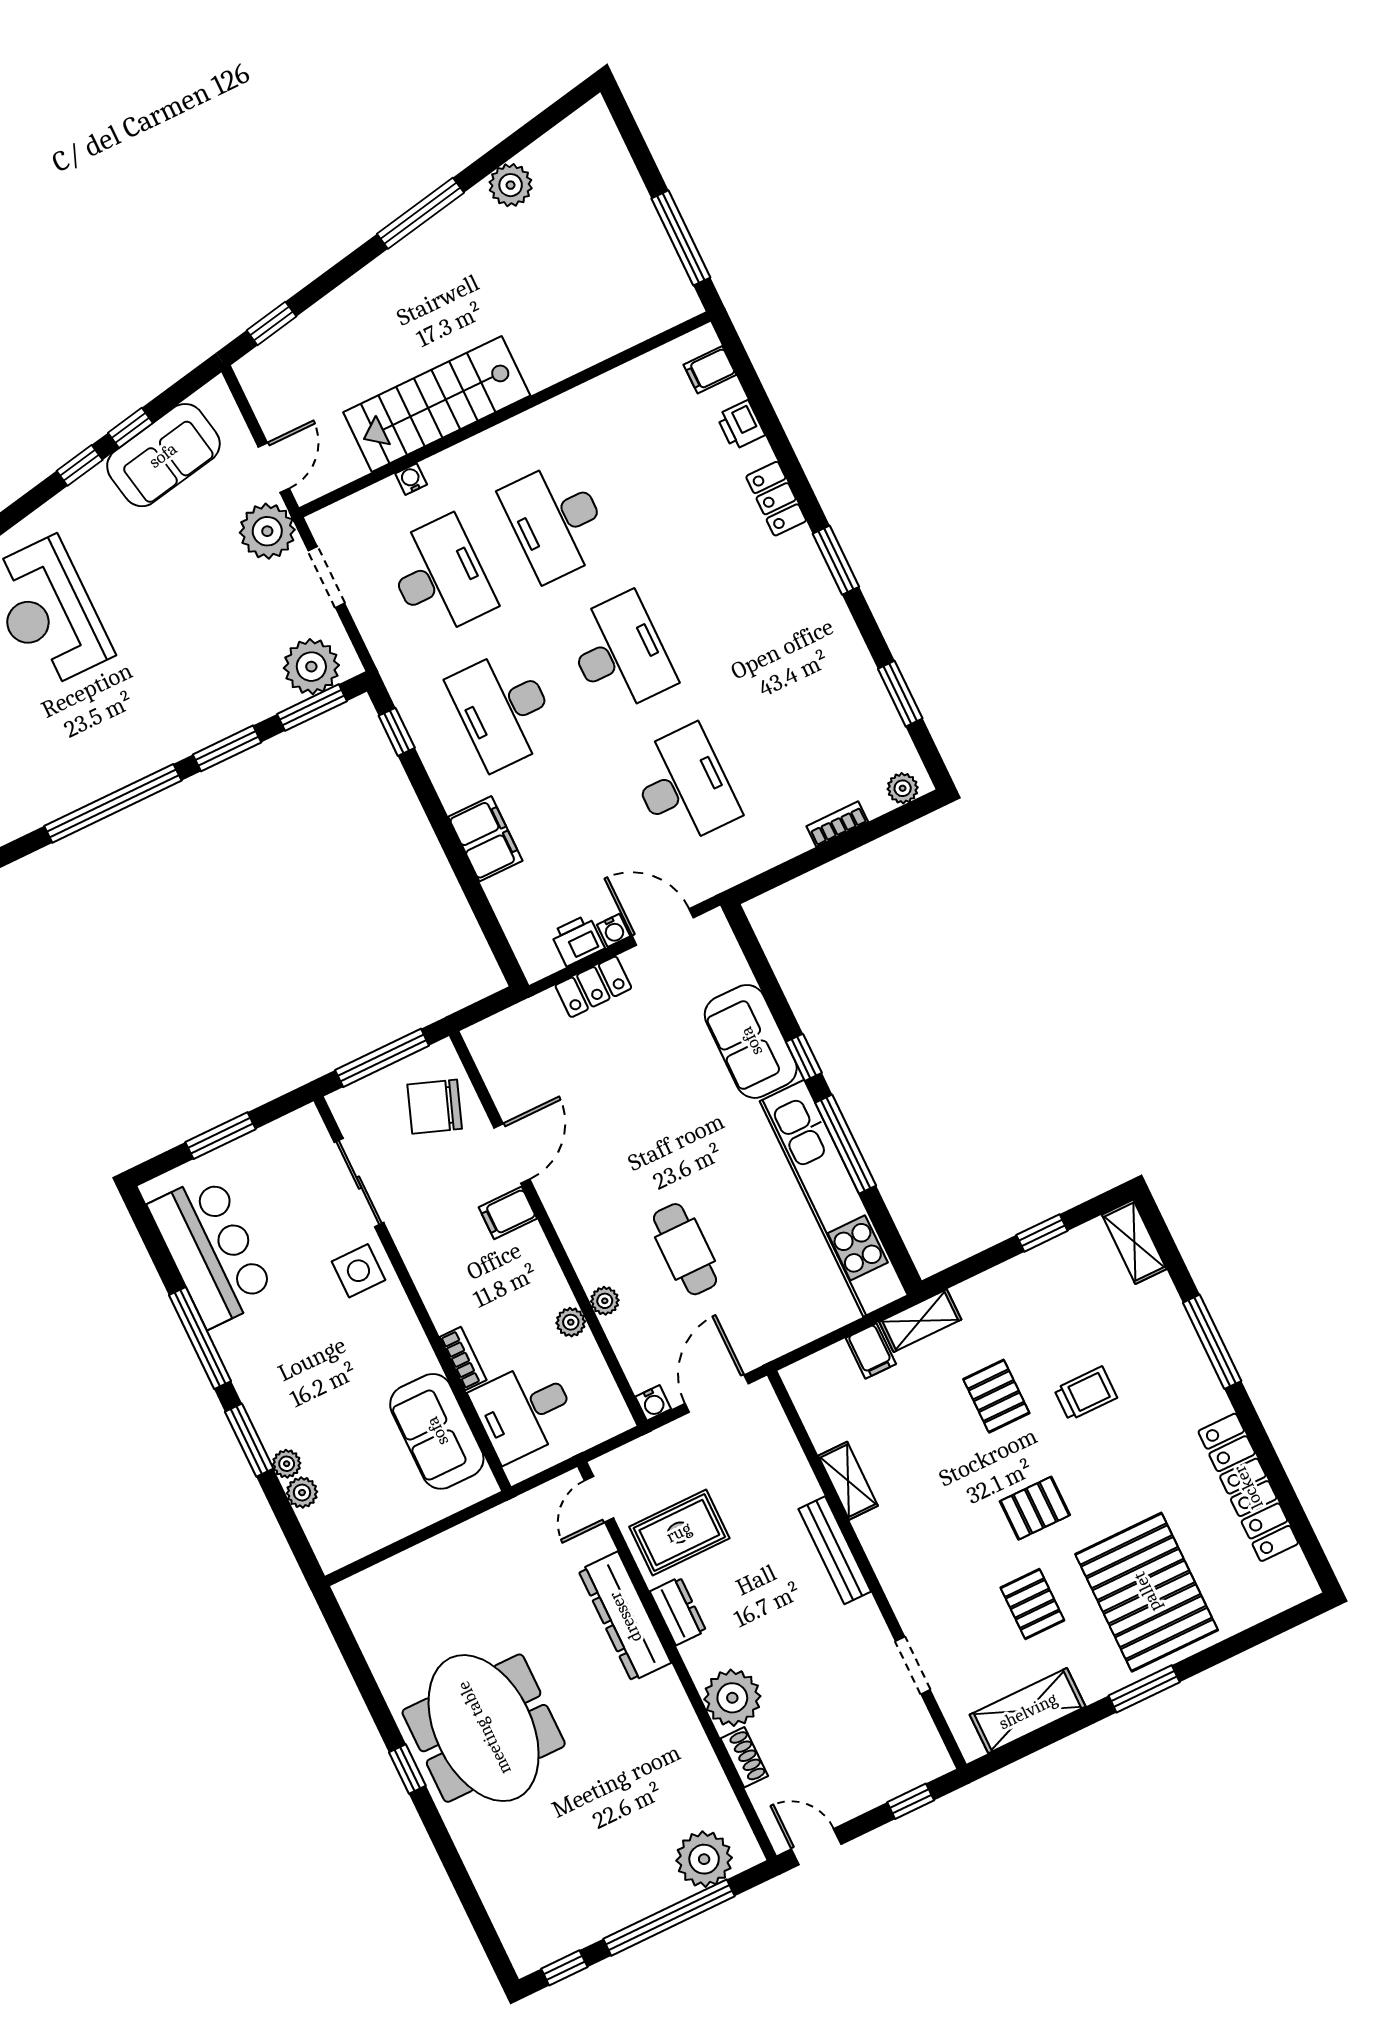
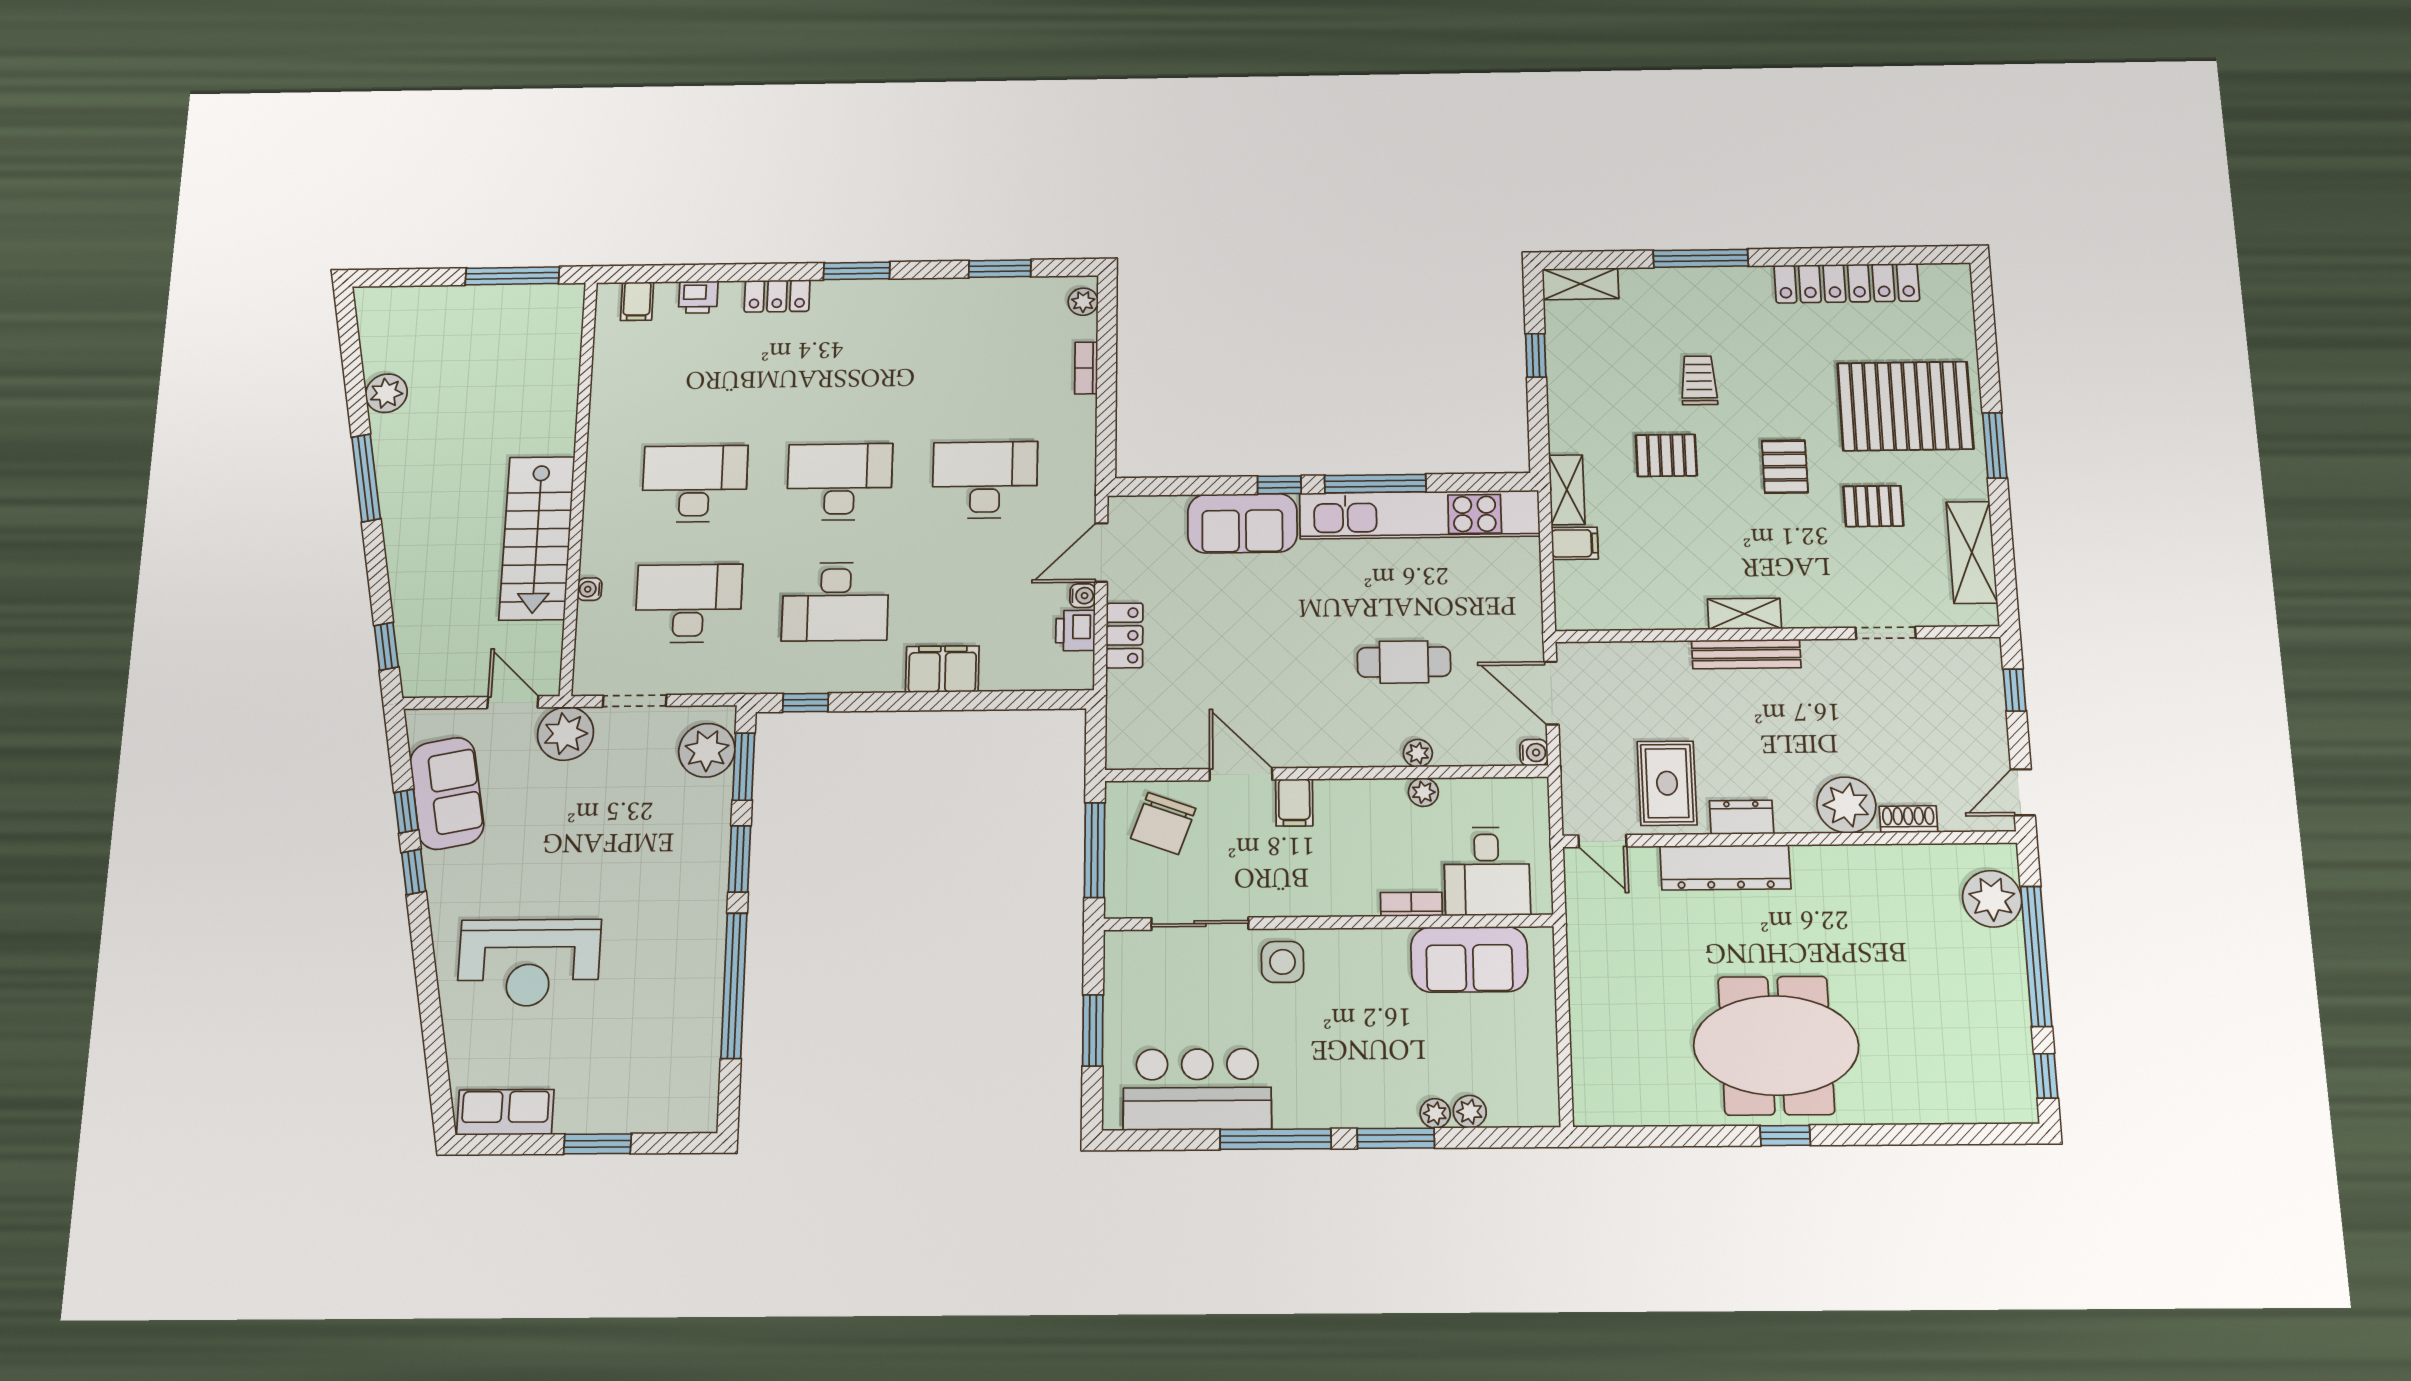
desk: (556, 521) -> (695, 484), turned 180
shelving: (848, 1481) -> (1744, 614), moved

